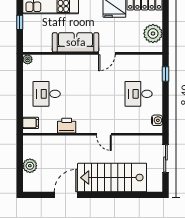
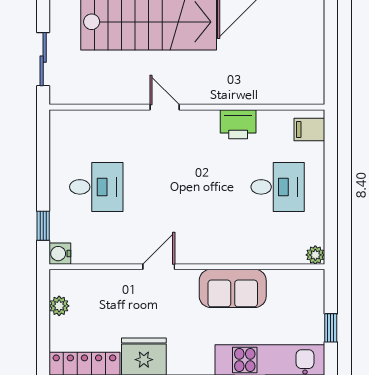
plant: (153, 34) -> (59, 306), width x0.53, depth x0.53
sofa: (76, 42) -> (233, 288), width x0.73
water cooler: (157, 120) -> (60, 254), moved
plant: (30, 166) -> (311, 45), removed

